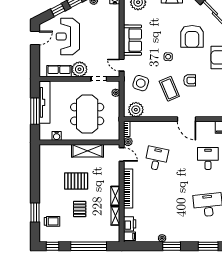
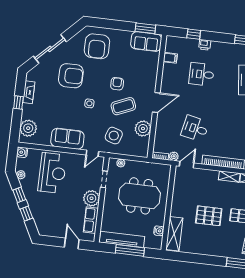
reception desk: (68, 37) -> (52, 173), moved, turned -90
door: (35, 38) -> (72, 243), moved
plant: (136, 110) -> (143, 129), moved
door: (187, 119) -> (156, 103), moved
shelving: (88, 151) -> (174, 234), moved
pallet: (76, 181) -> (209, 216), turned 90

